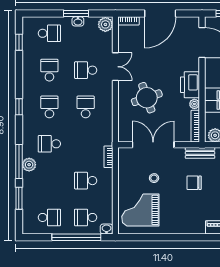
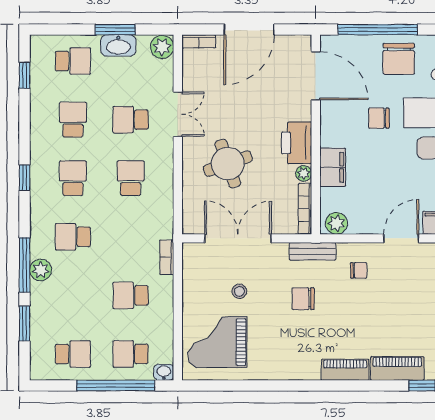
washbasin: (78, 21) -> (118, 45), width x1.91, depth x1.45

